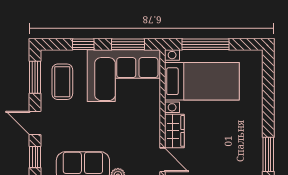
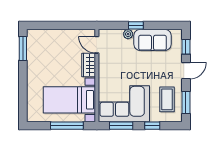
door: (35, 123) -> (186, 71), hinge flipped

